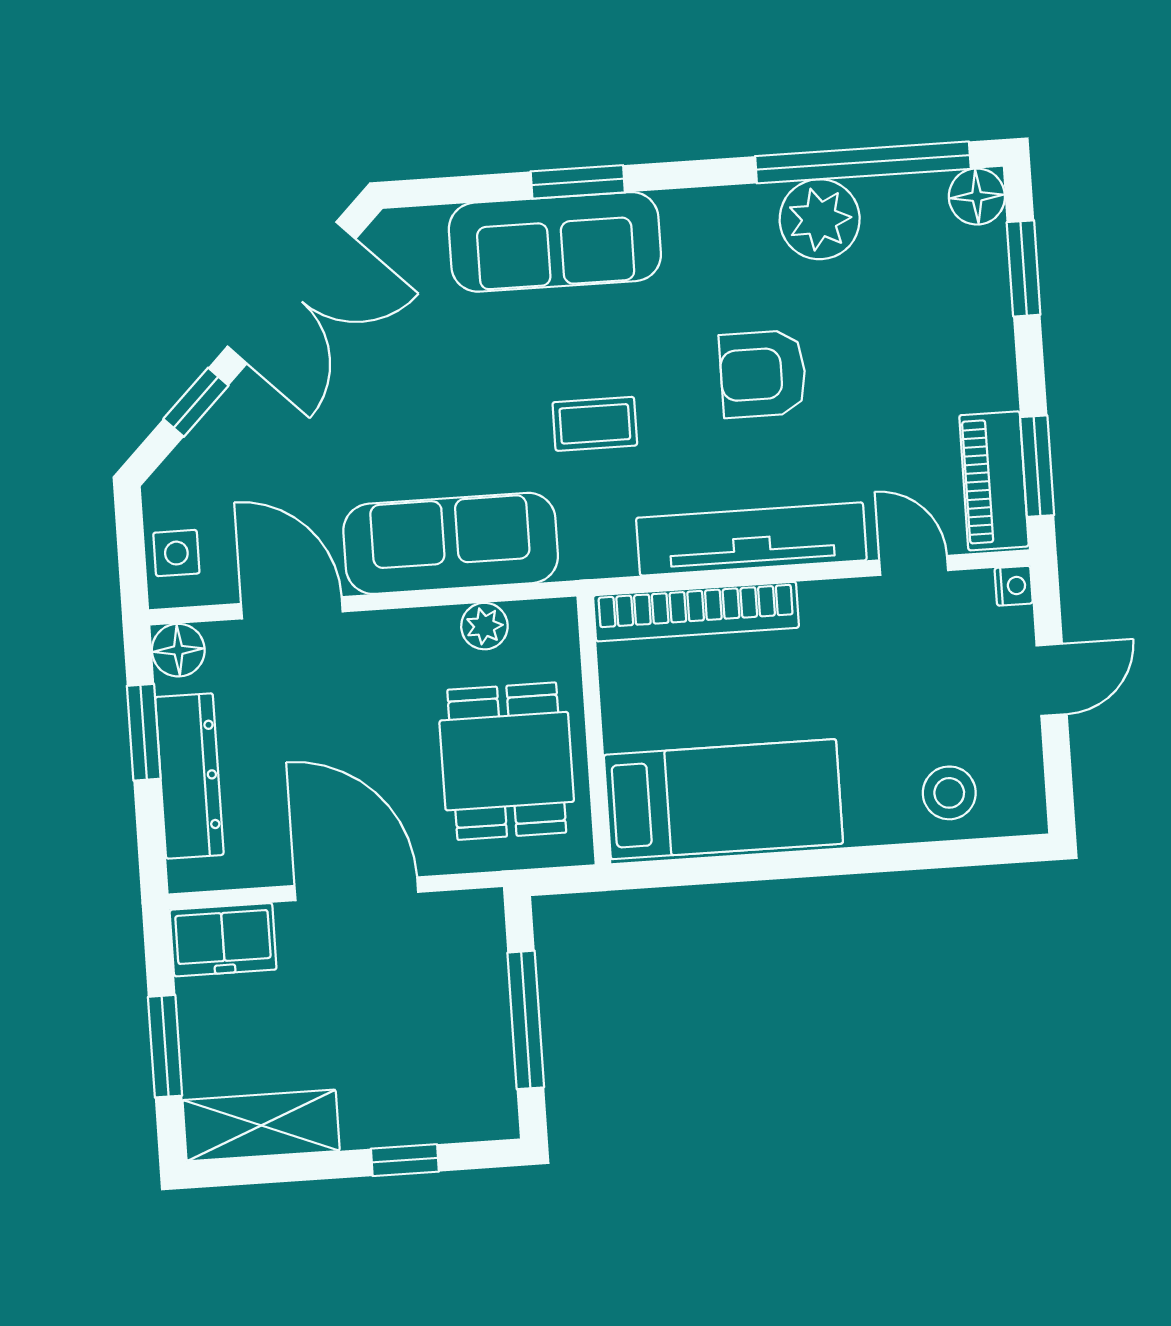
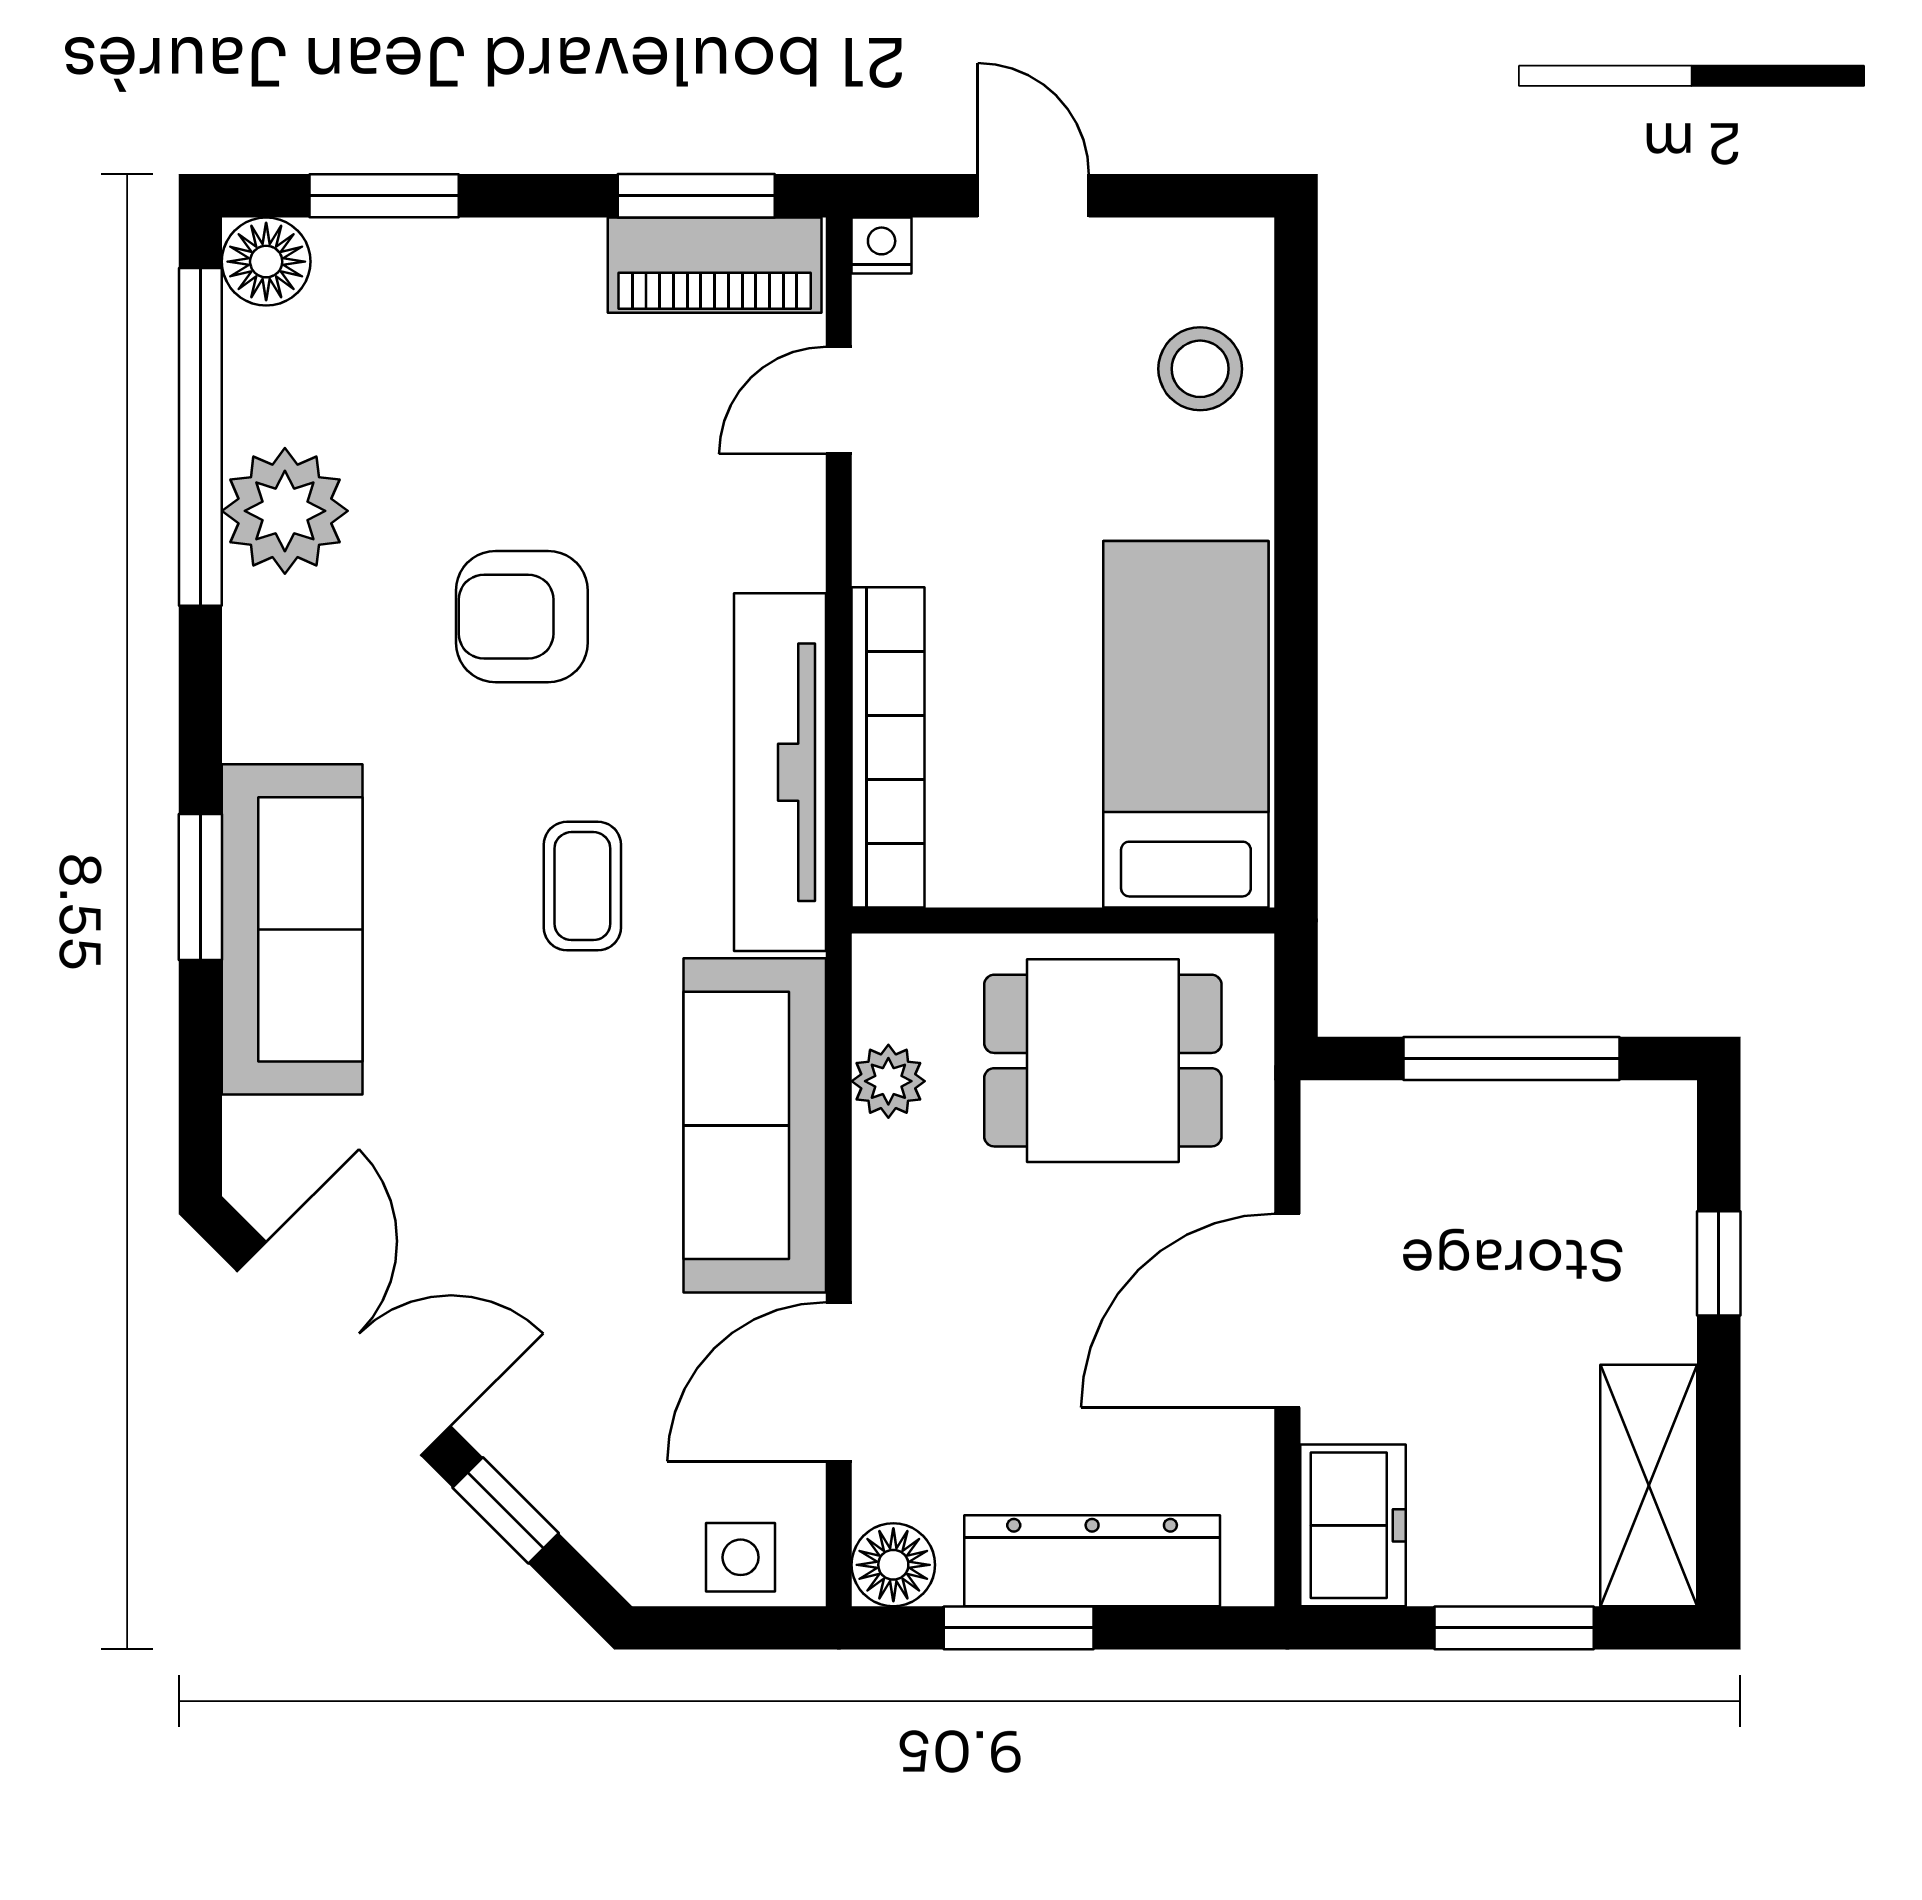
armchair: (763, 374) -> (522, 617), turned 90
tv unit: (751, 539) -> (780, 772), moved

